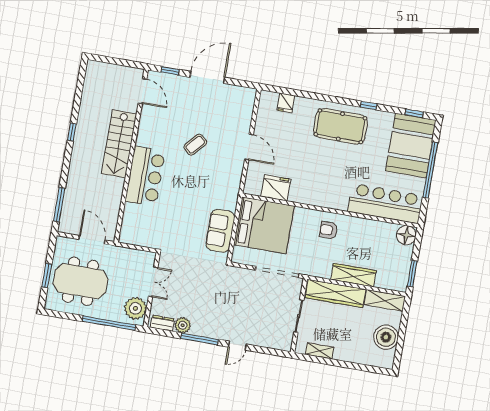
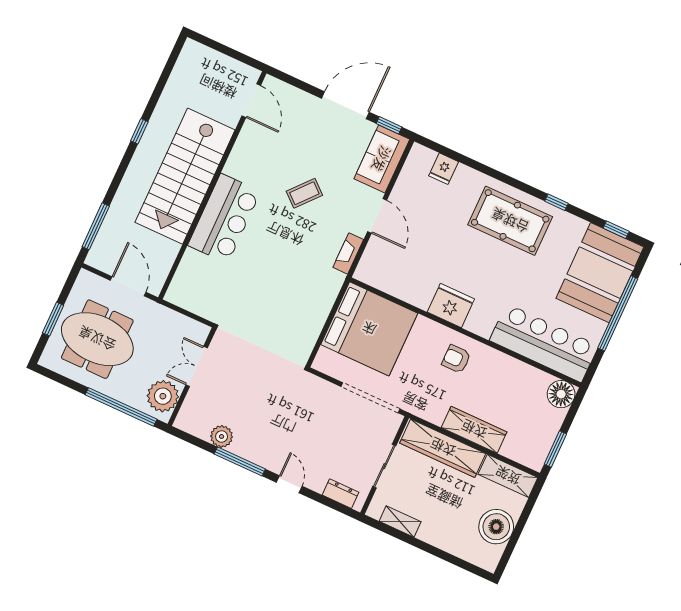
window: (170, 71) -> (389, 125), moved
stairs: (119, 144) -> (185, 176), width x1.36, depth x1.51
fireplace: (236, 178) -> (348, 253), added
fridge: (276, 188) -> (451, 306), moved
sofa: (220, 231) -> (382, 159), moved
double door: (153, 282) -> (197, 366), swing flipped
dresser: (162, 323) -> (341, 494), moved
door: (237, 346) -> (289, 484), swing flipped

